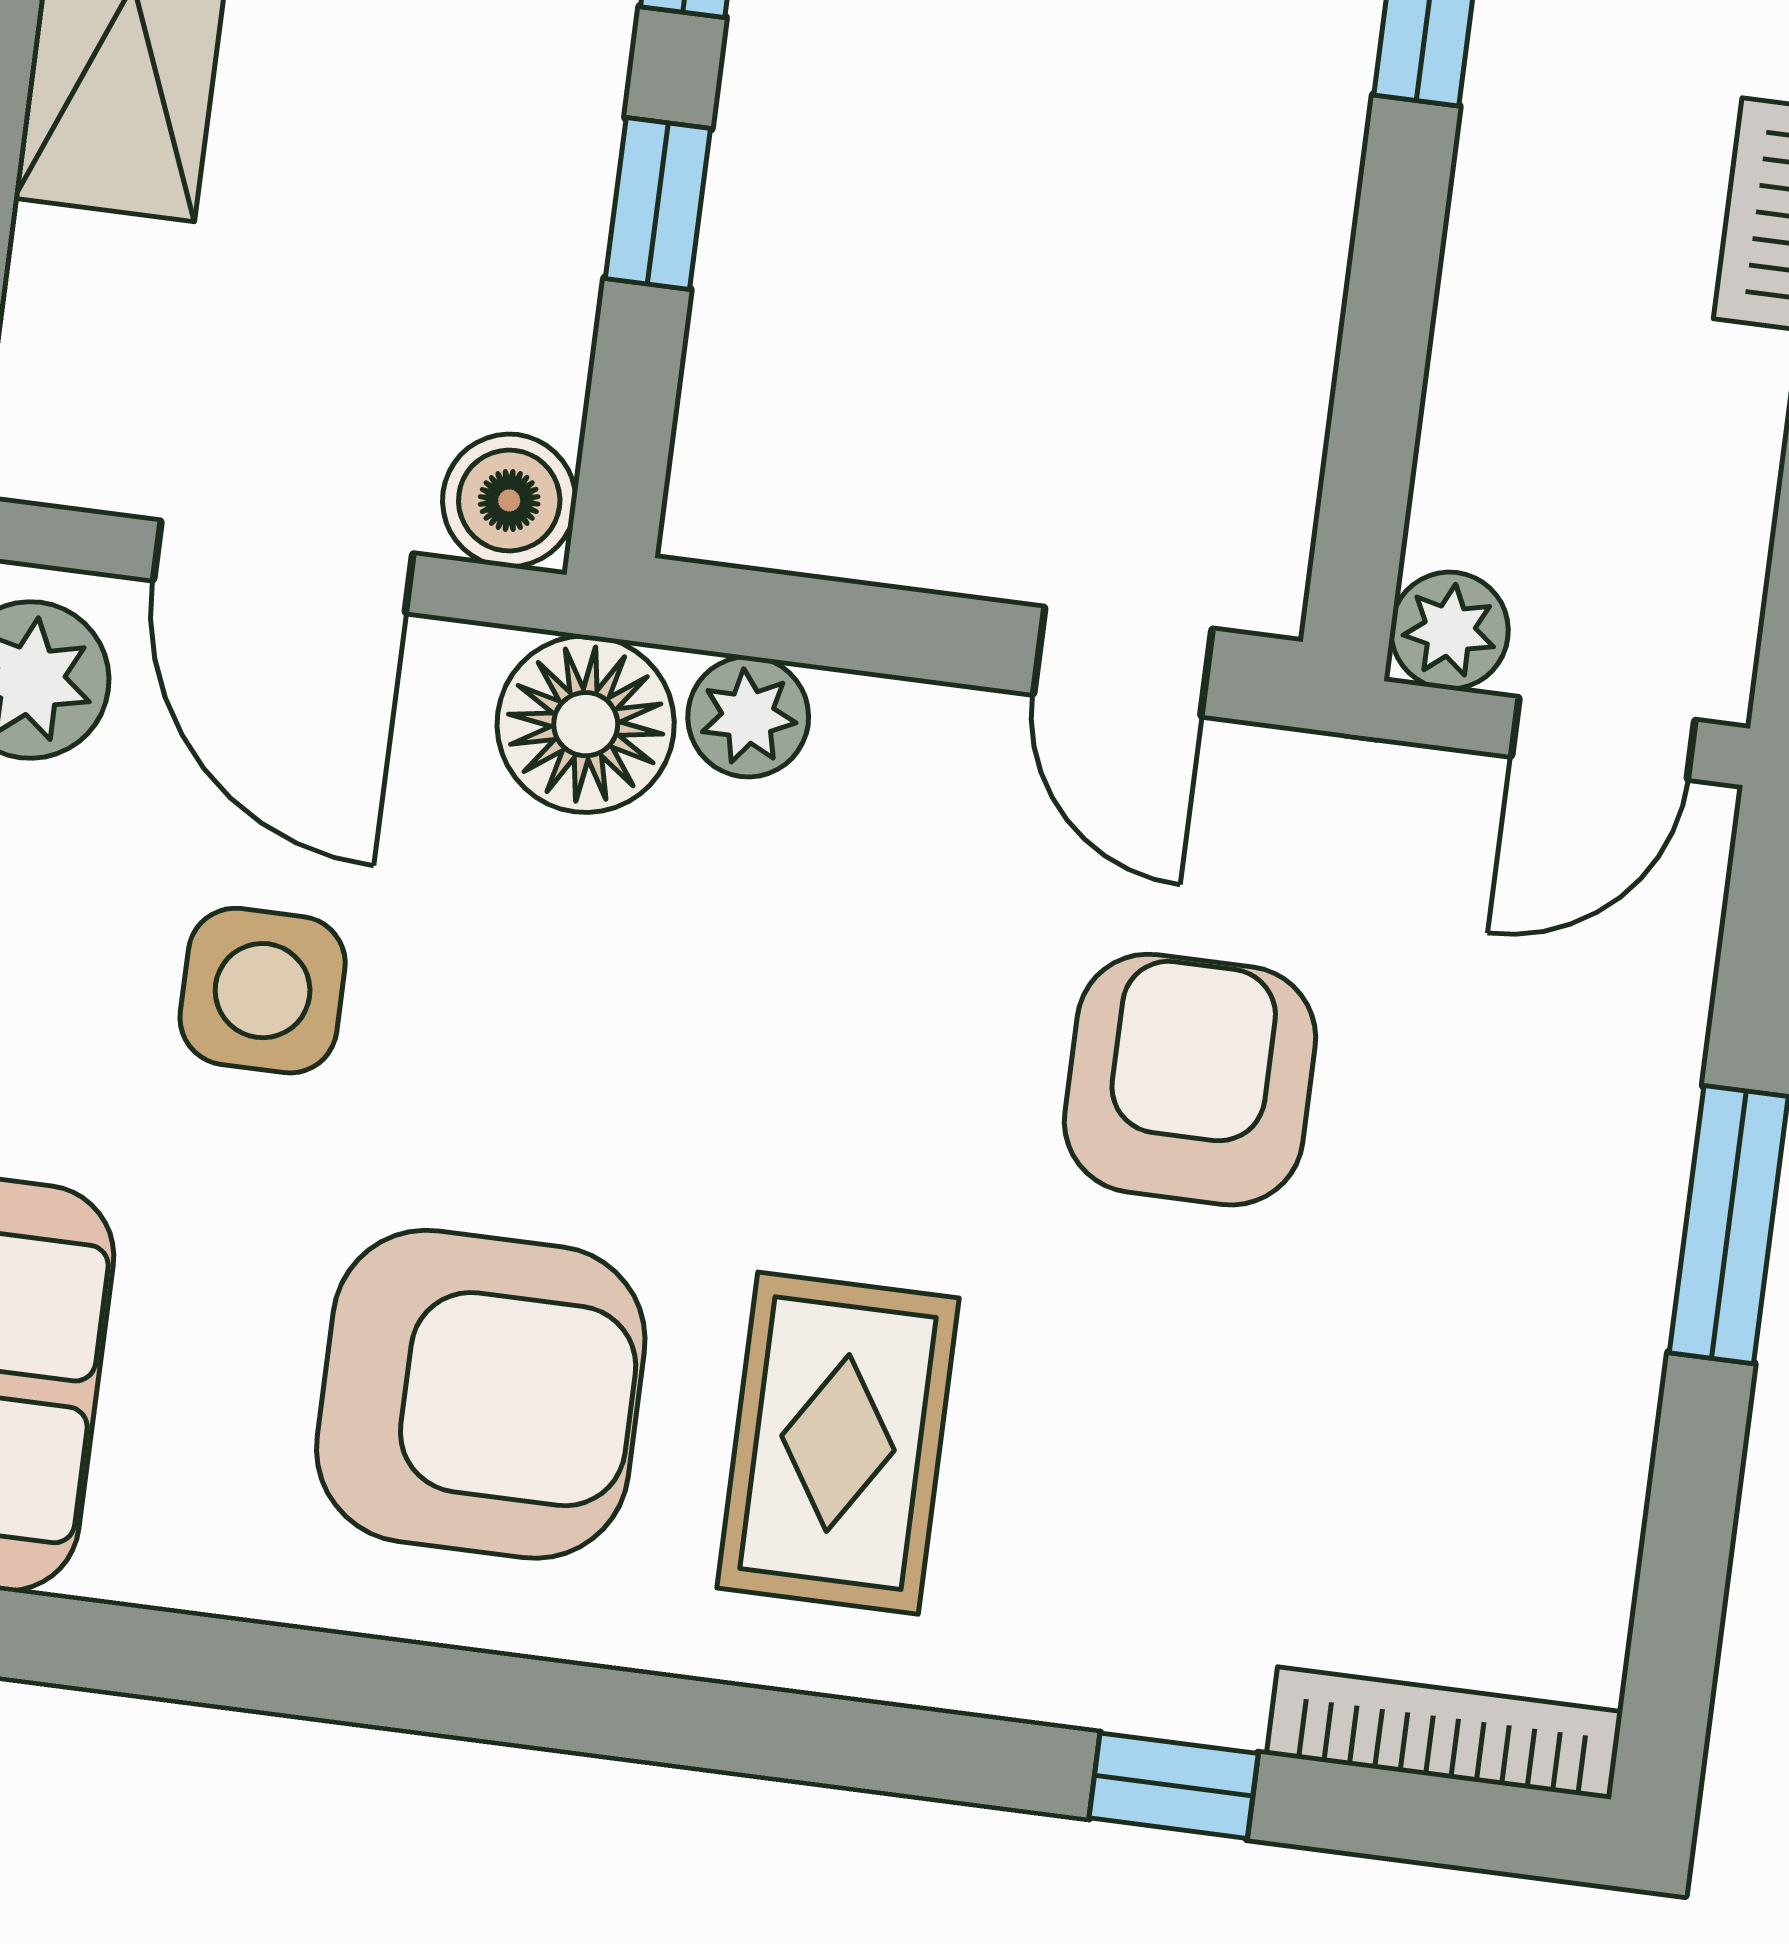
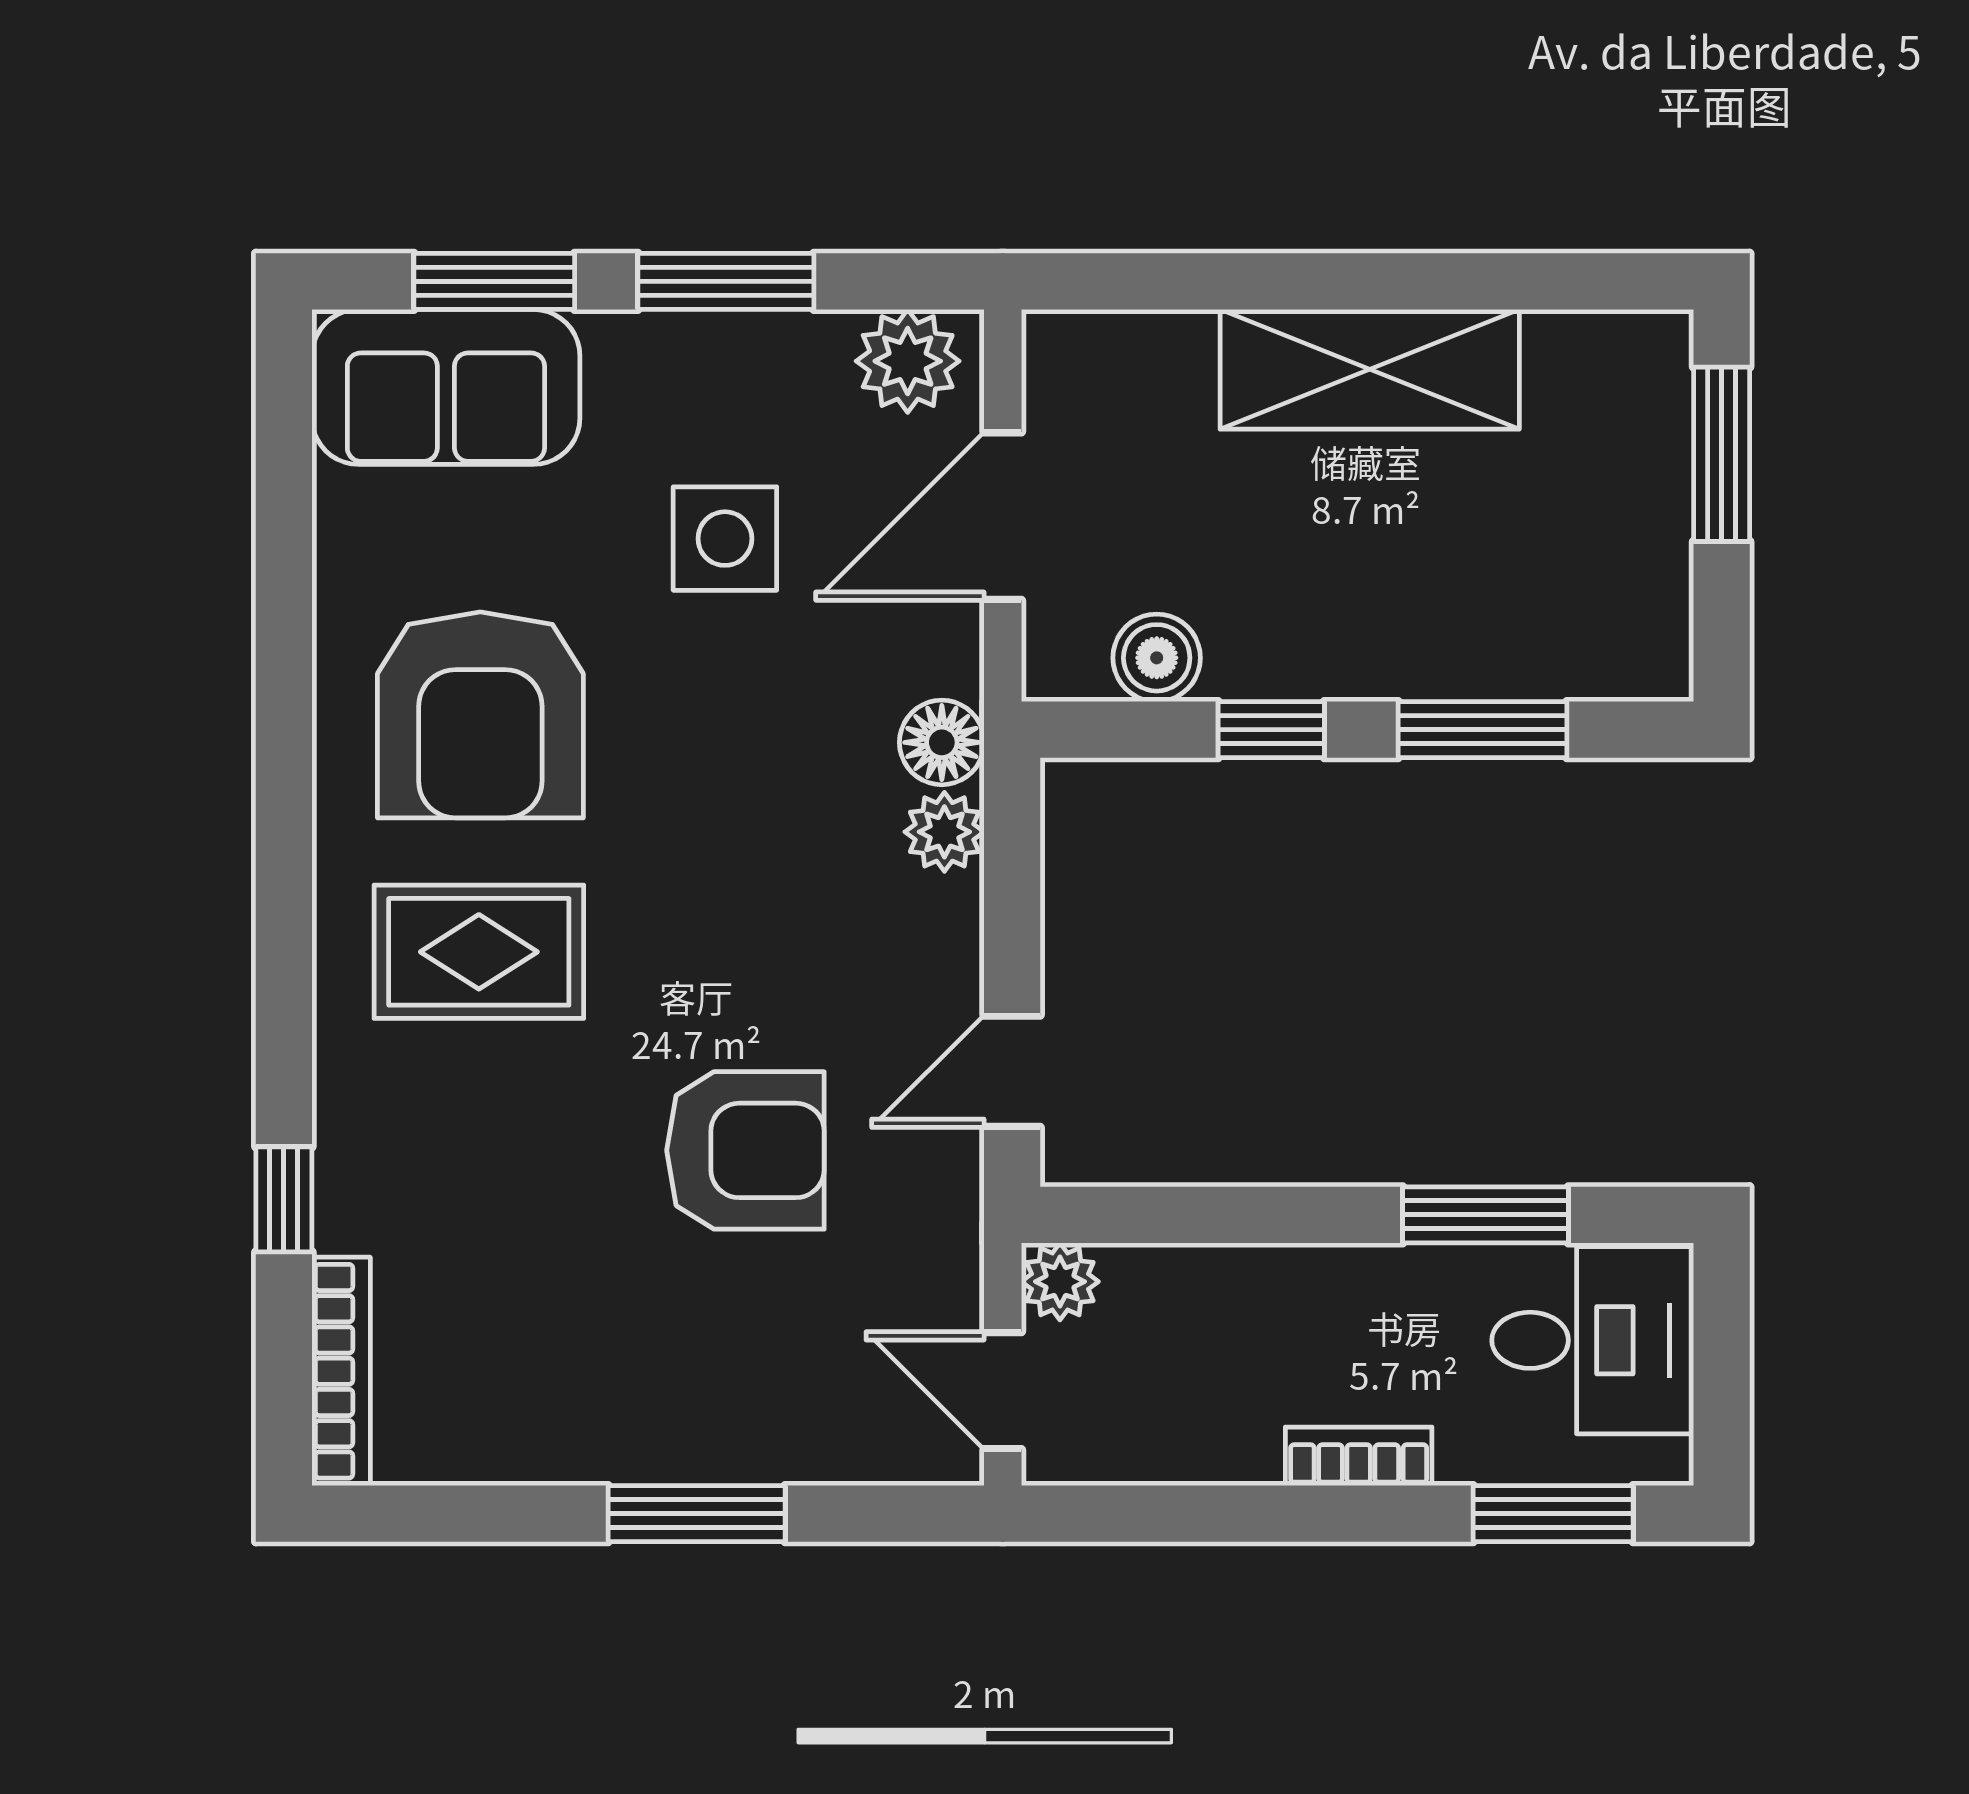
boiler: (509, 500) -> (1157, 658), moved
floor lamp: (586, 724) -> (942, 742), width x0.73, depth x0.73

